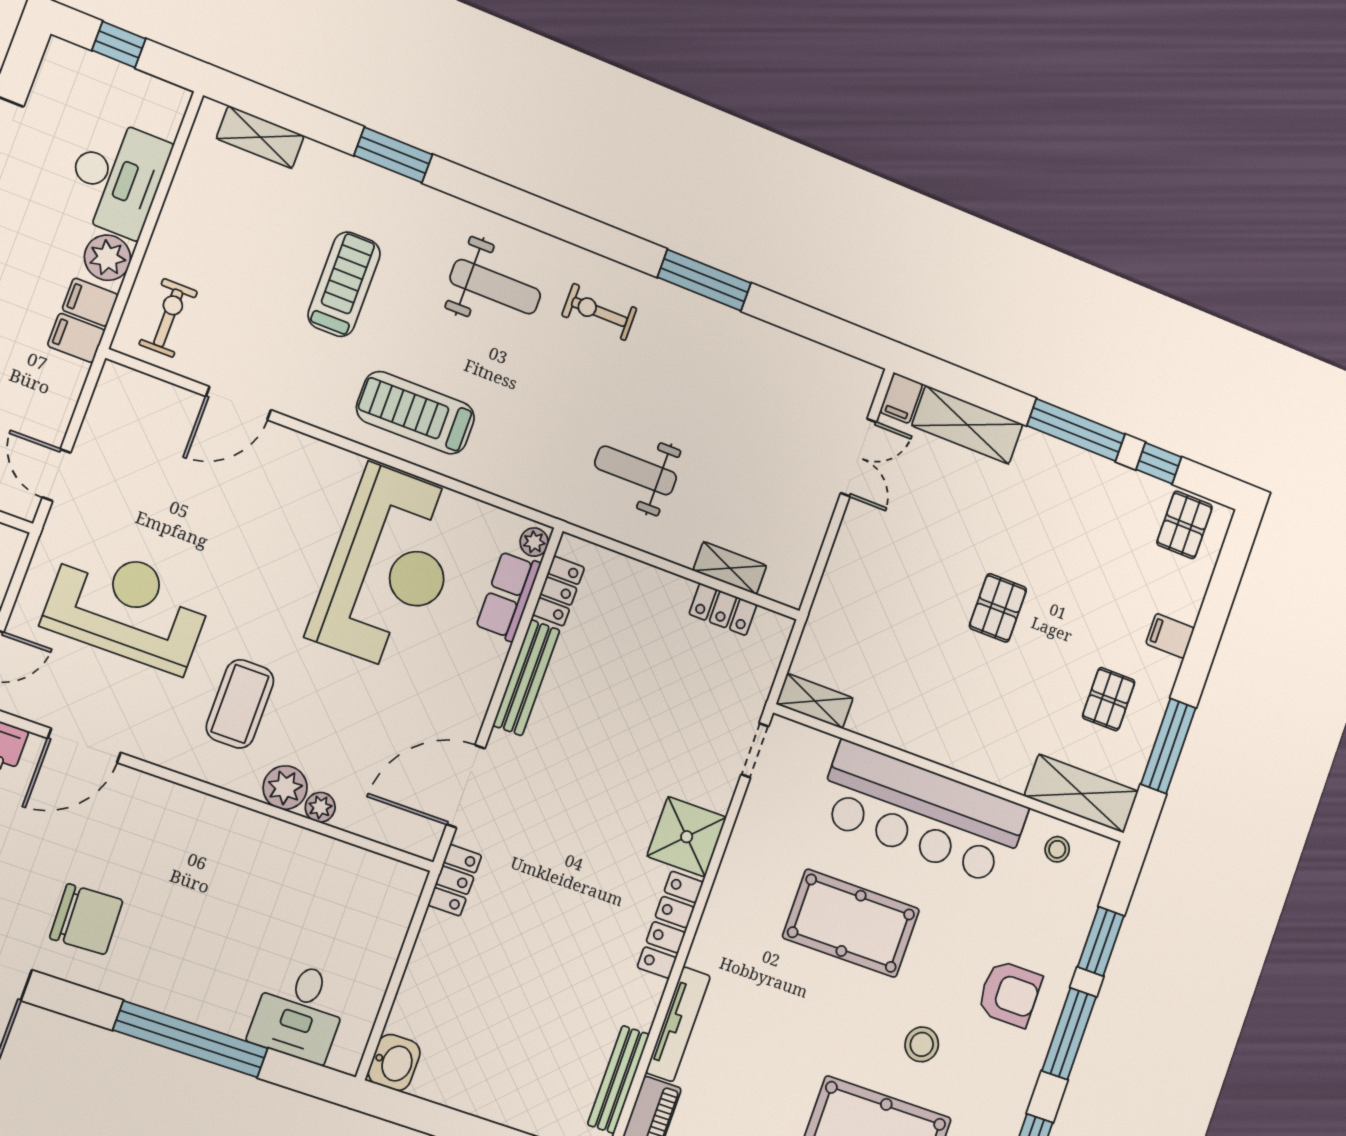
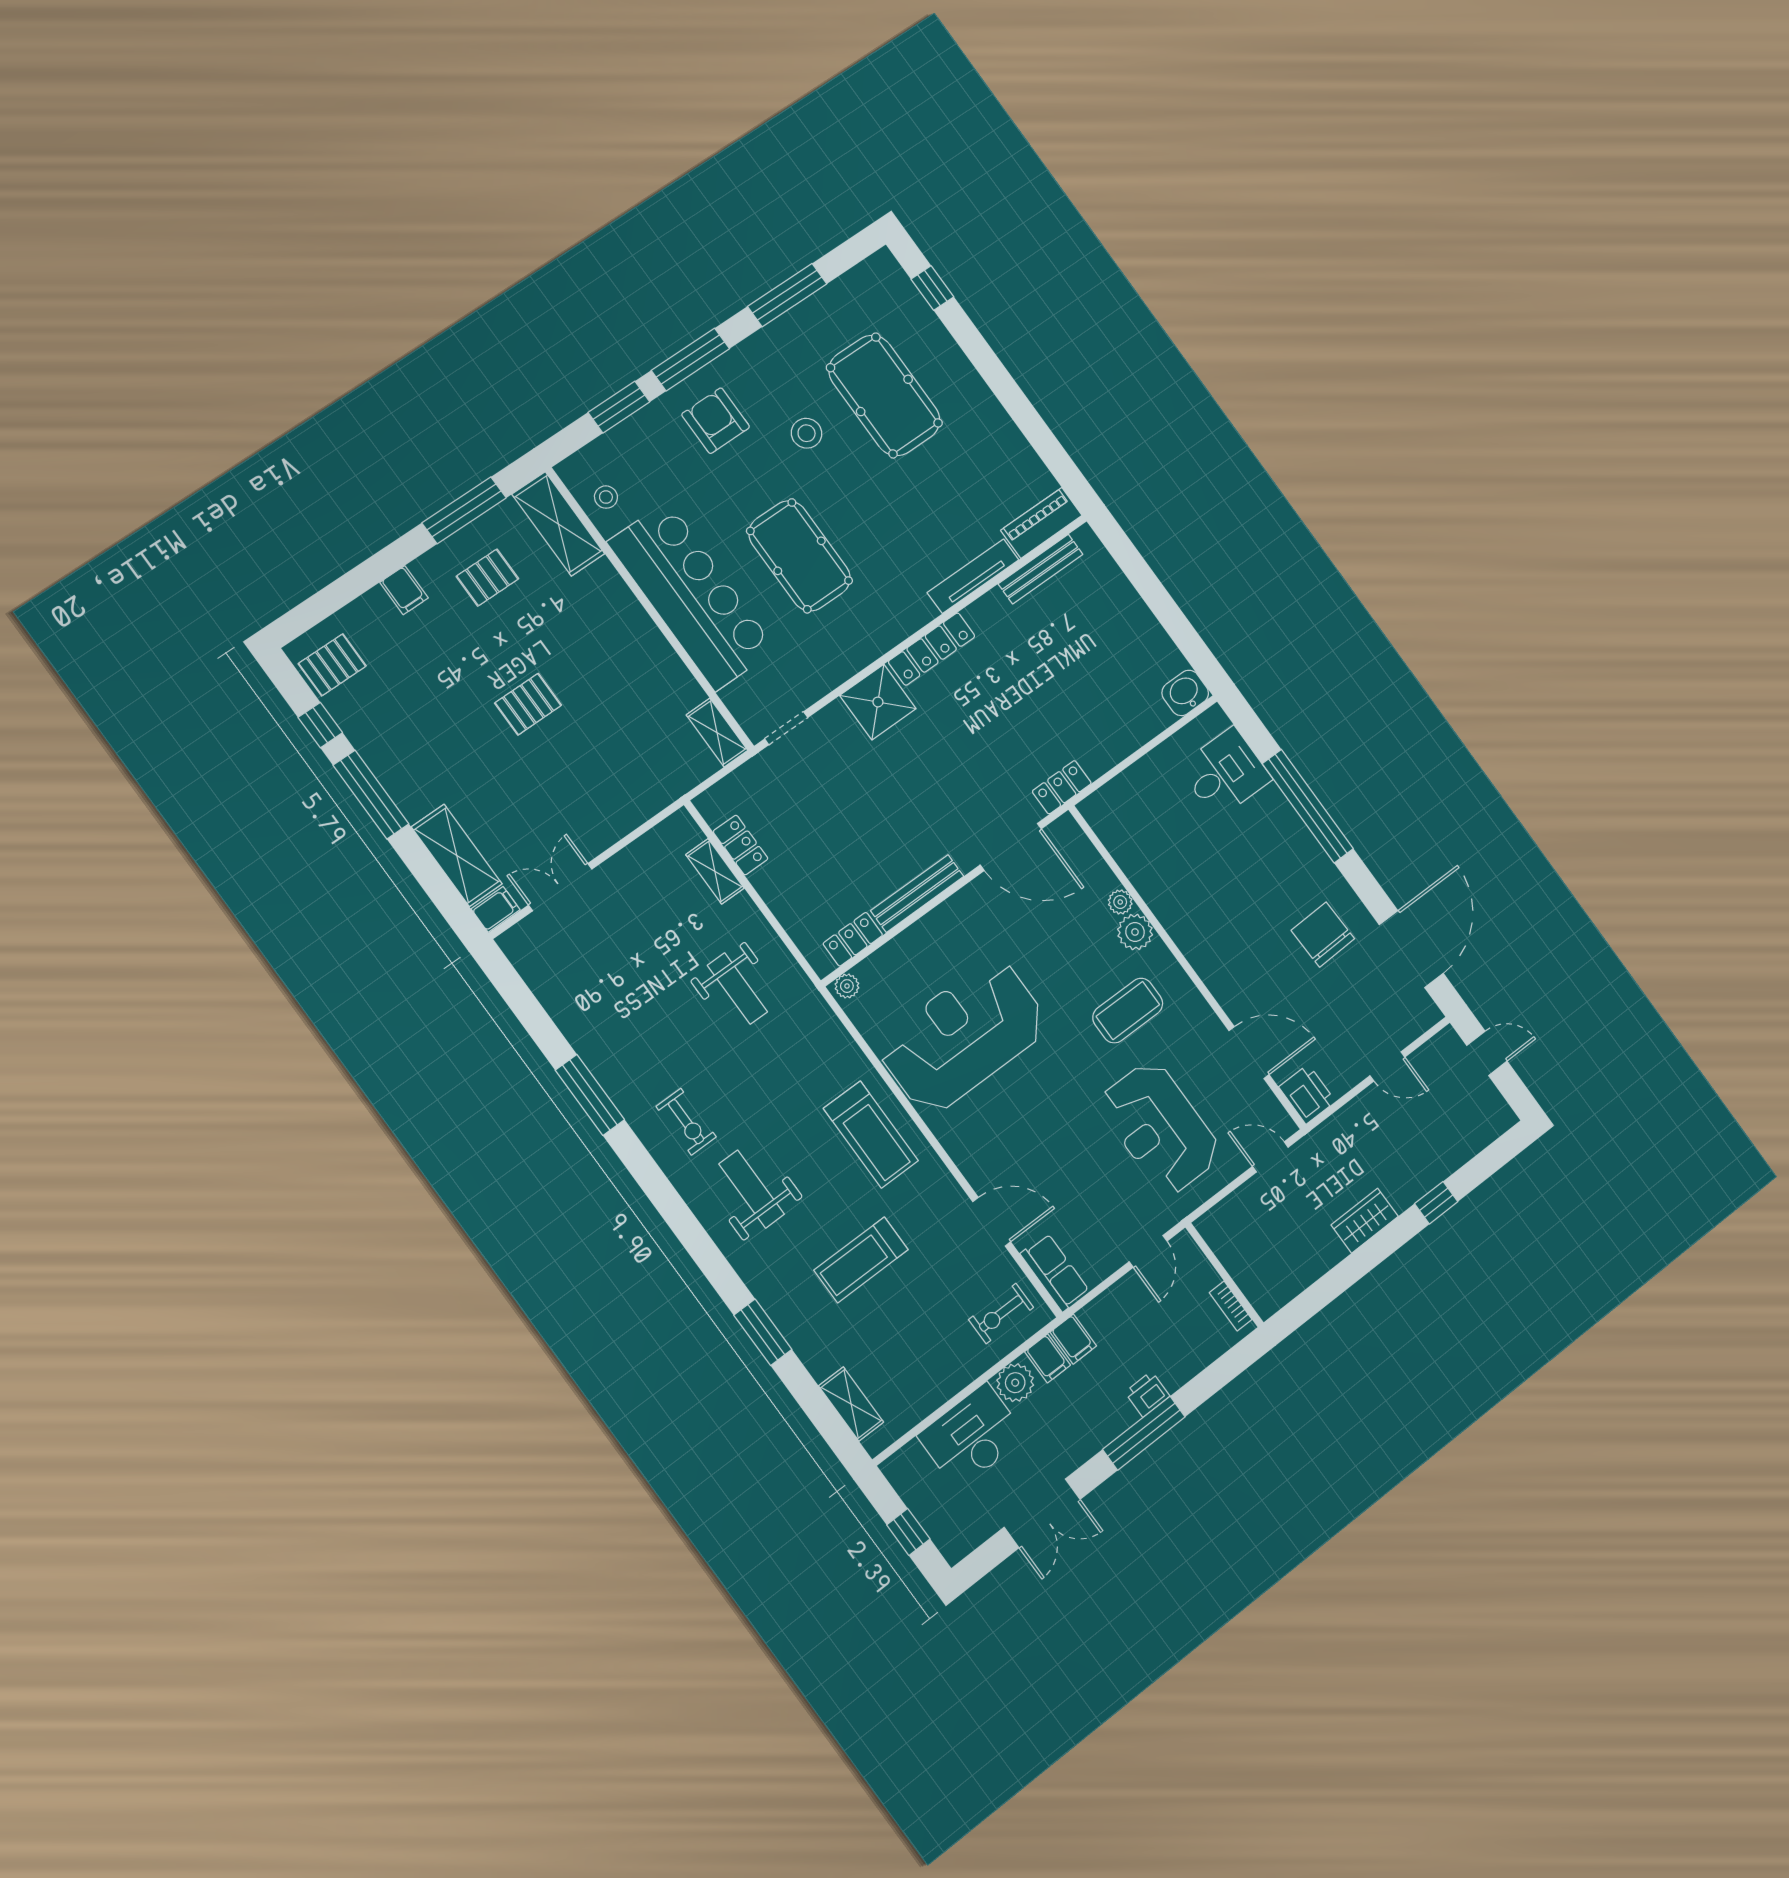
row of seats: (508, 596) -> (1055, 1272), moved, turned -90

